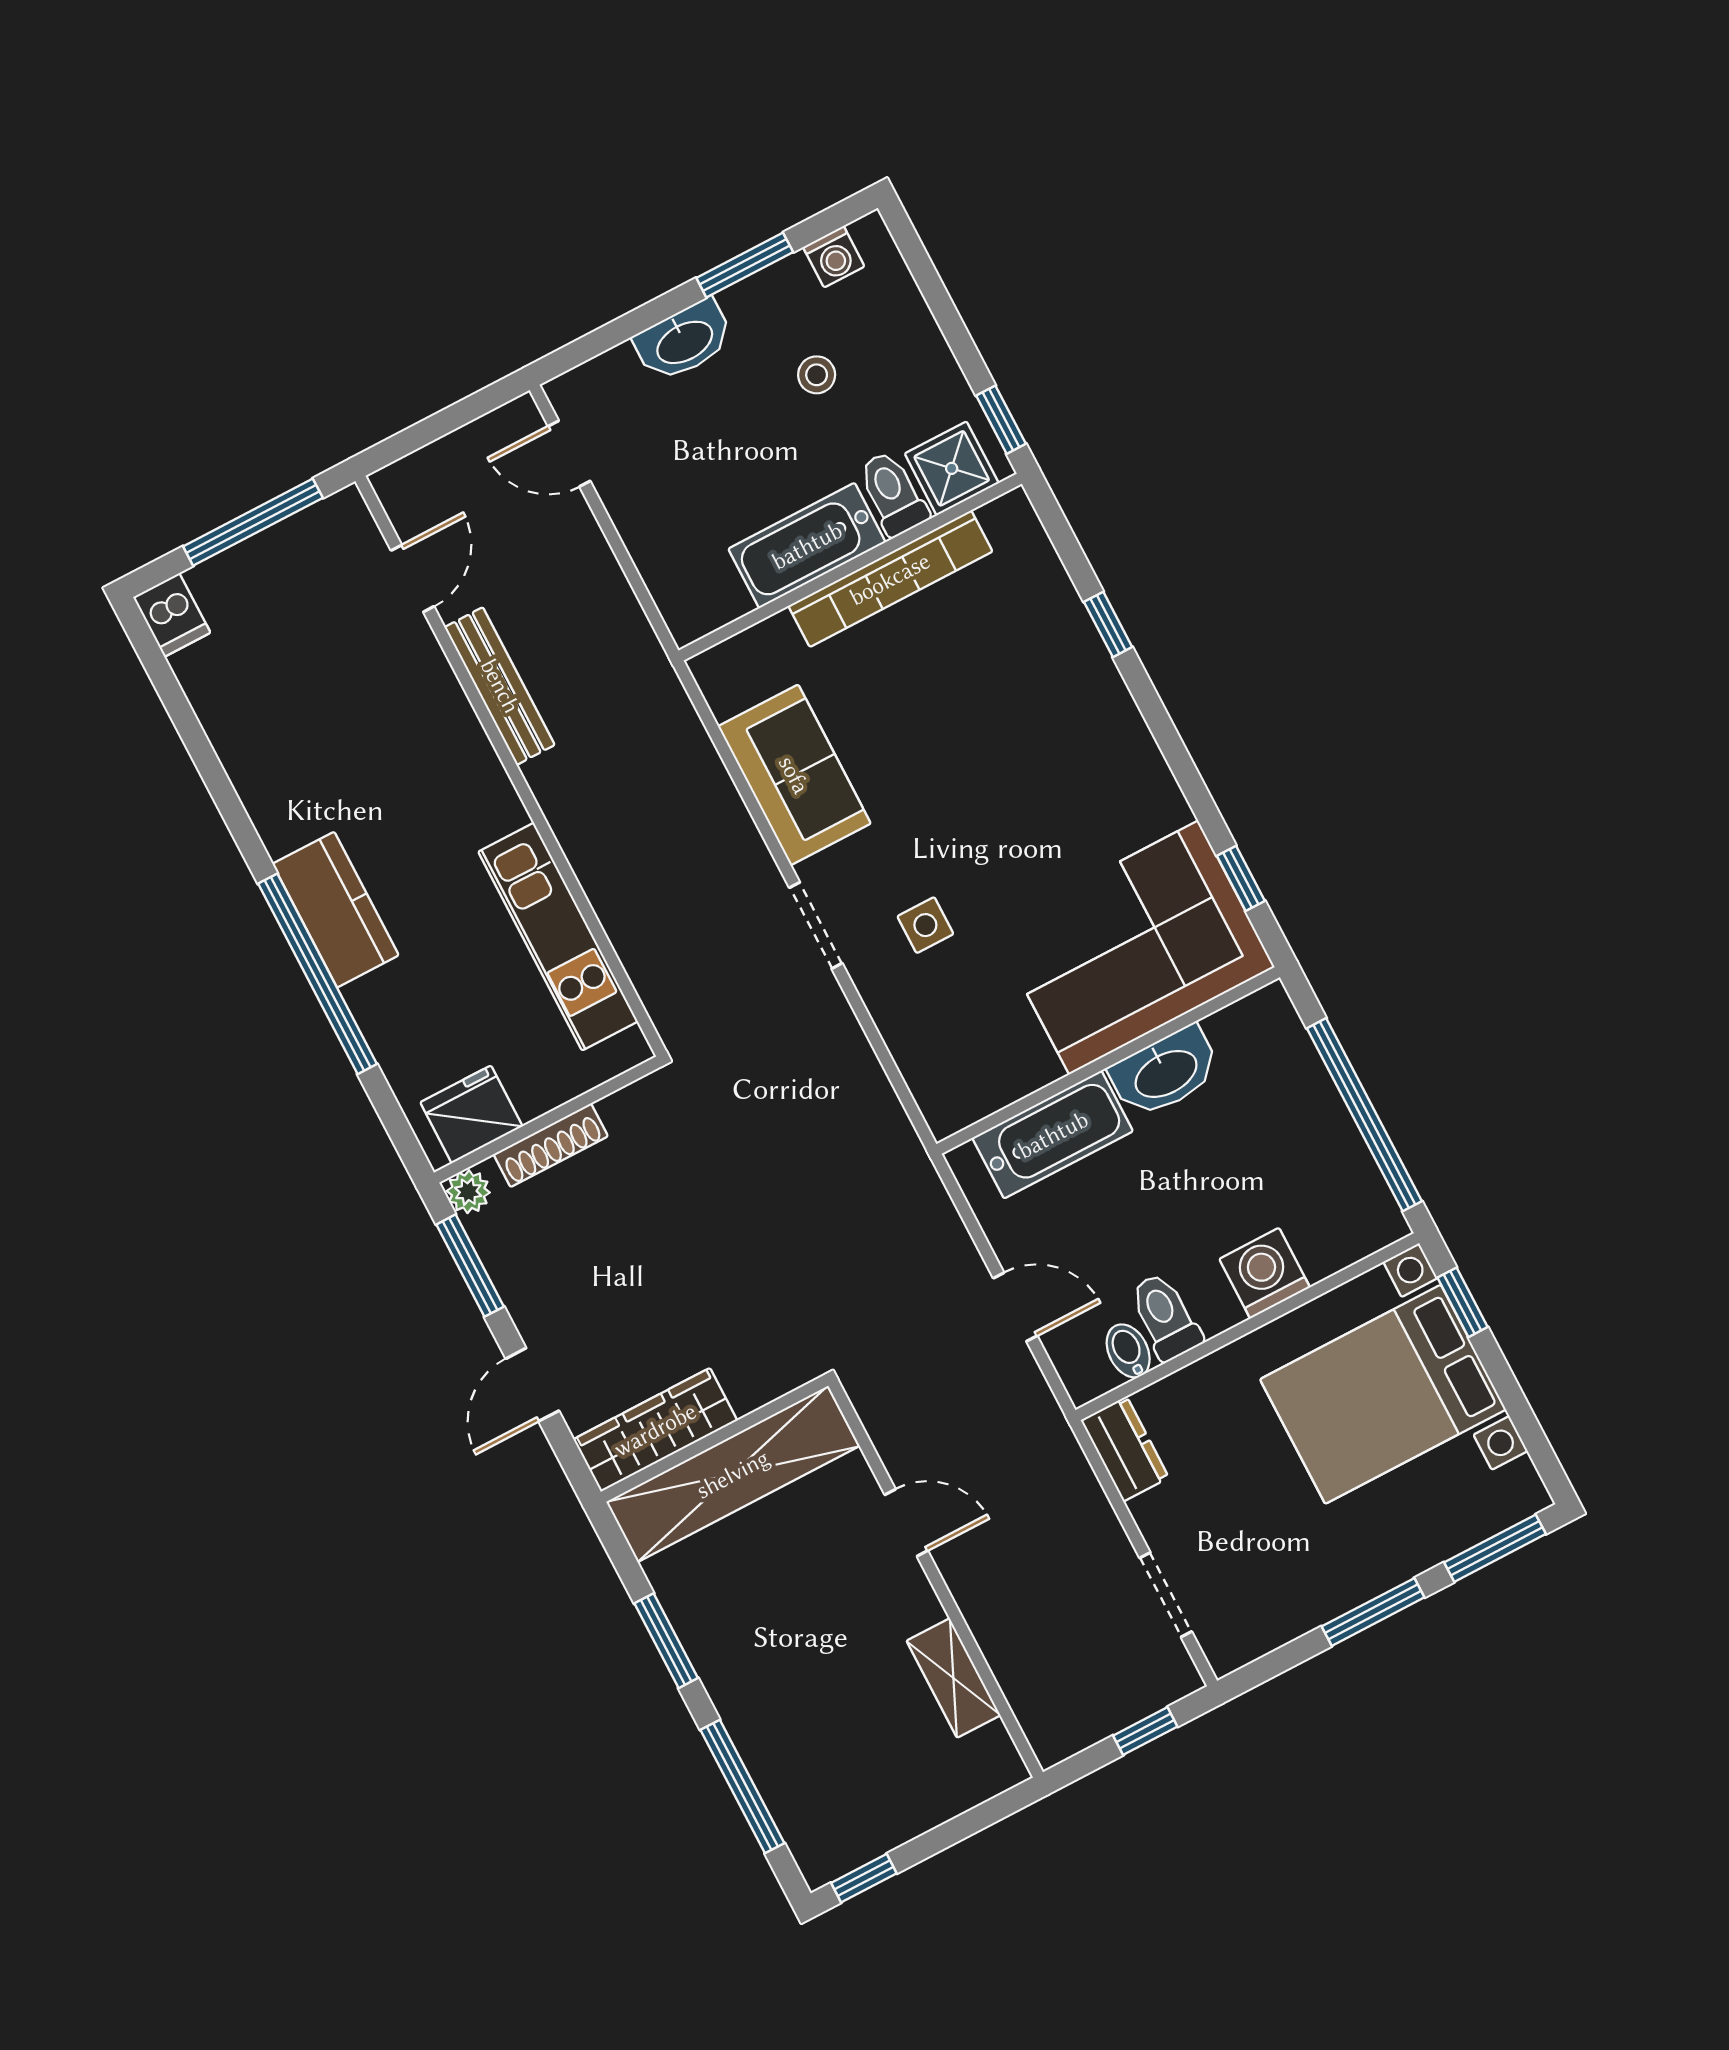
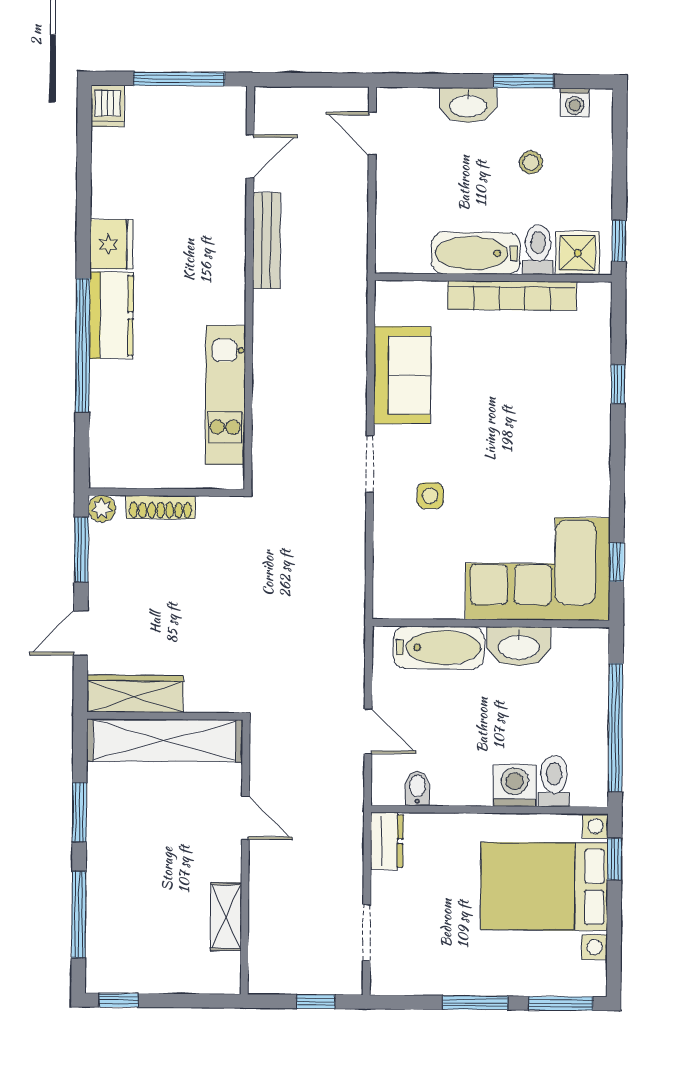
fridge: (471, 1114) -> (112, 244), moved, turned 90
toilet: (1165, 1317) -> (554, 781), moved

